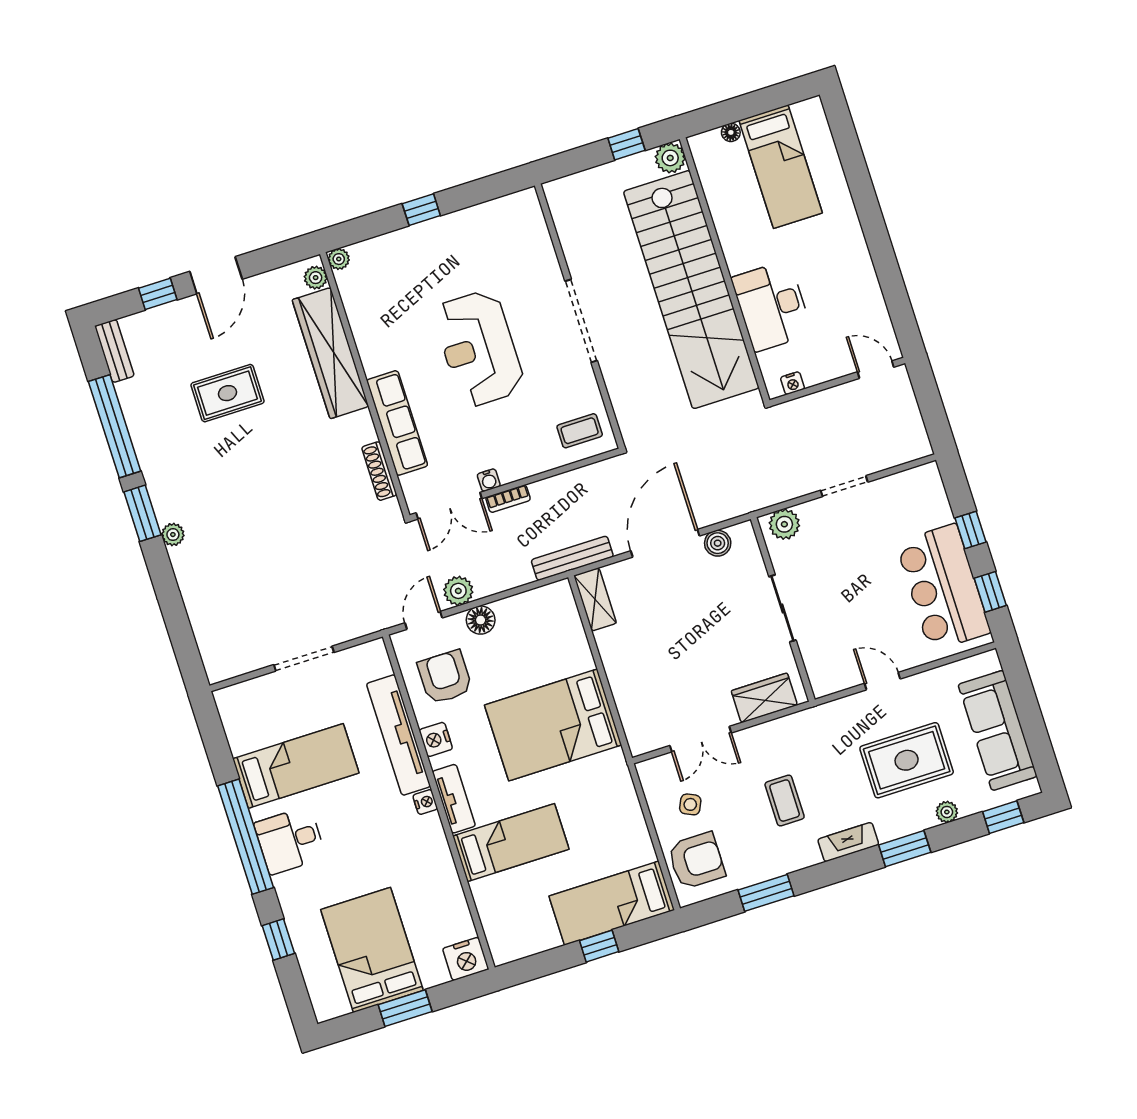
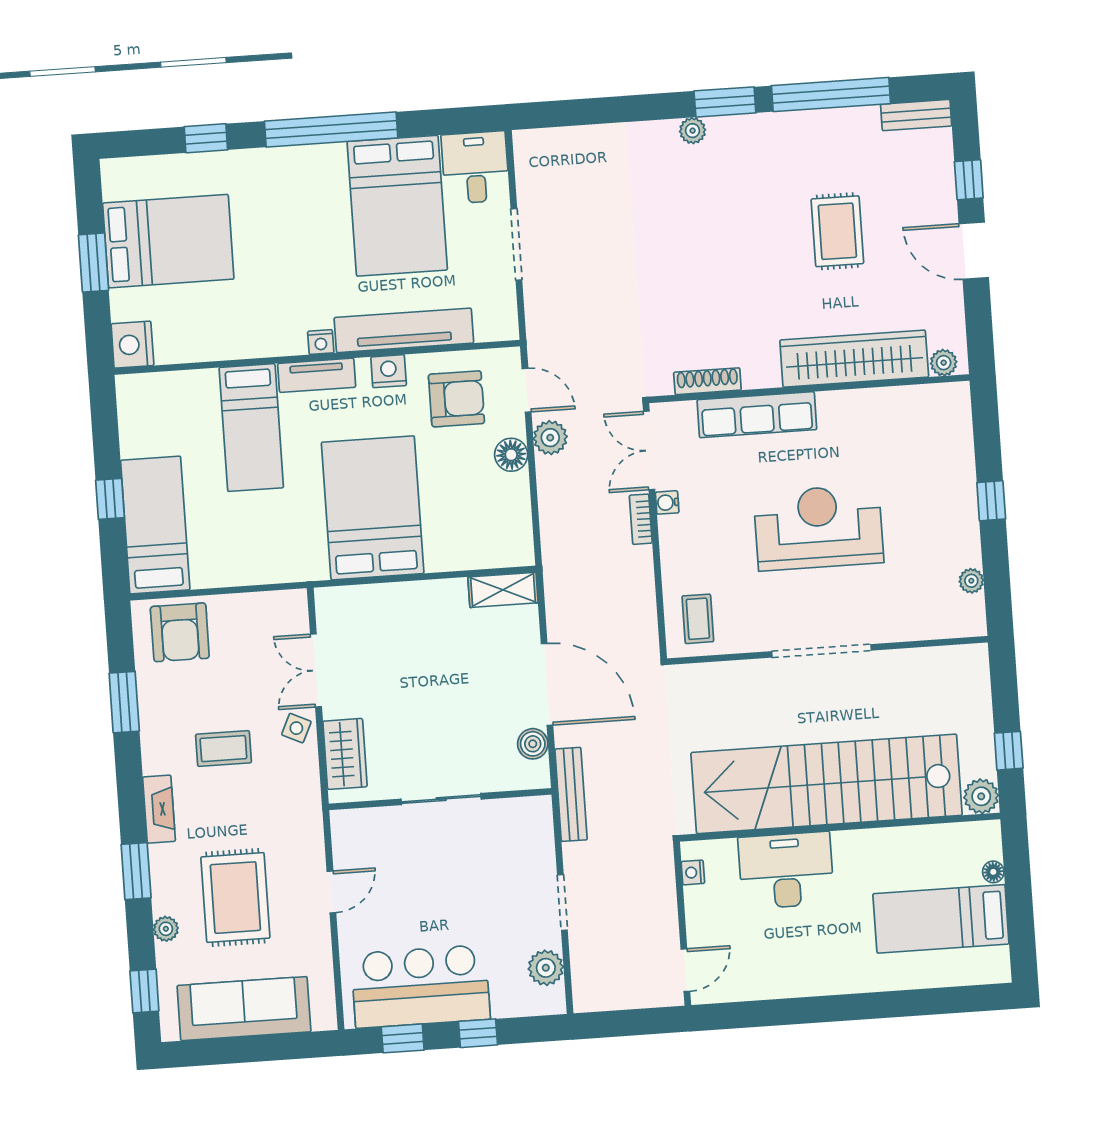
plant: (339, 259) -> (971, 581), moved
plant: (784, 524) -> (546, 968), moved
bench: (572, 558) -> (571, 794), moved
bed: (296, 766) -> (397, 206), width x1.50
side table: (690, 804) -> (296, 728), moved
desk: (290, 840) -> (475, 167), moved

